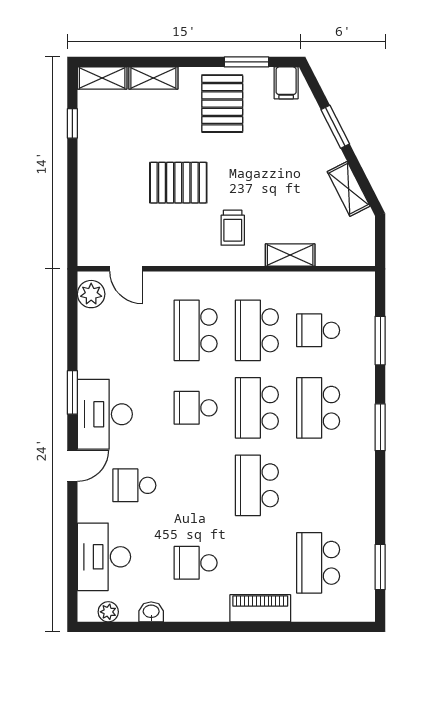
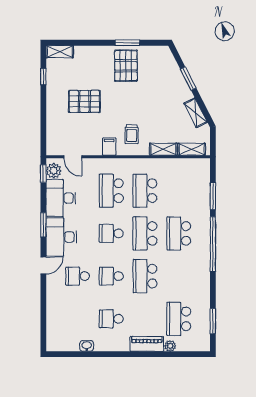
window: (246, 62) -> (127, 43), moved
shelving: (153, 78) -> (192, 149), moved
filing cabinet: (286, 83) -> (109, 147), moved, turned 180
pallet: (178, 183) -> (84, 101), moved
window: (72, 299) -> (43, 174), added
school desk: (318, 330) -> (111, 276), moved
window: (380, 427) -> (213, 244), width x2.11
desk: (104, 557) -> (61, 198), moved
plant: (108, 612) -> (170, 346), moved

